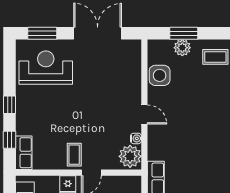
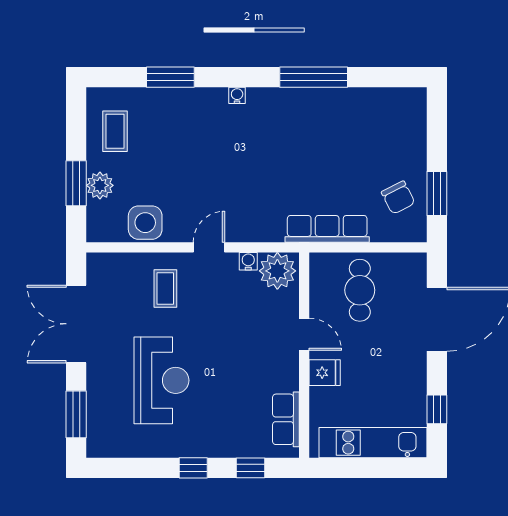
reception desk: (46, 68) -> (161, 380), moved, turned 180
row of seats: (24, 153) -> (286, 419), moved, turned -90
coffee table: (74, 155) -> (165, 288), moved, turned 90

